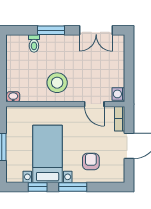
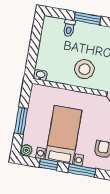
plant: (12, 176) -> (26, 150), added

